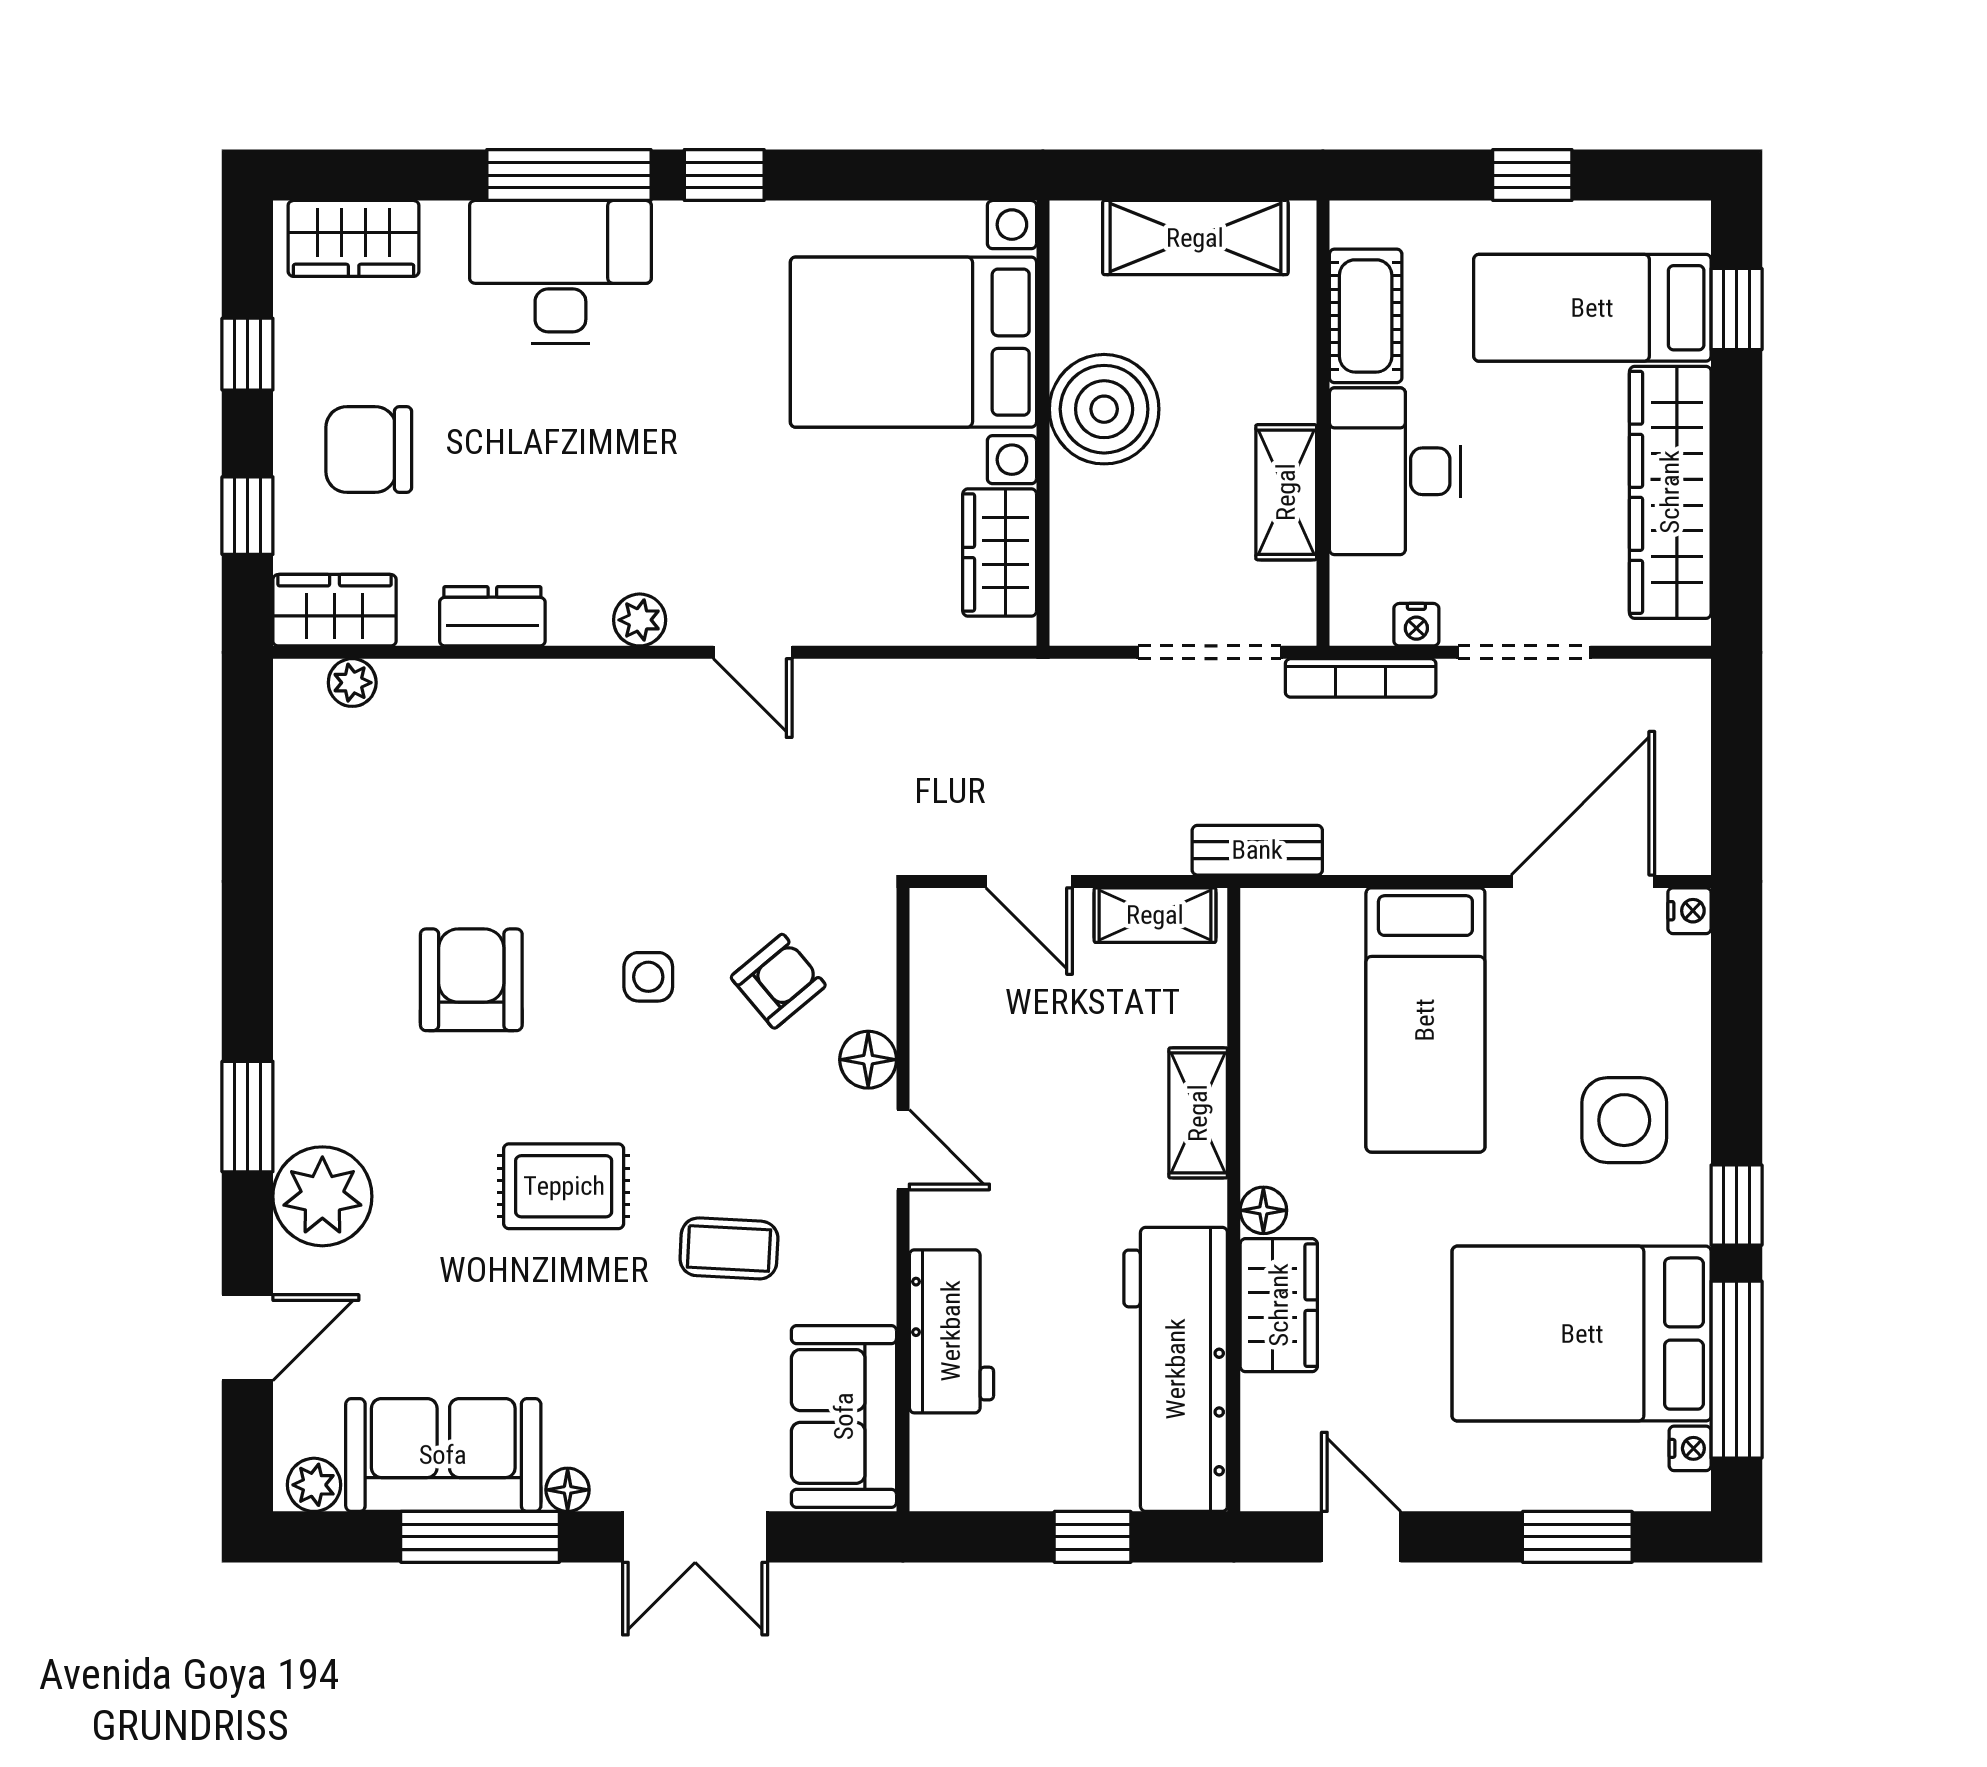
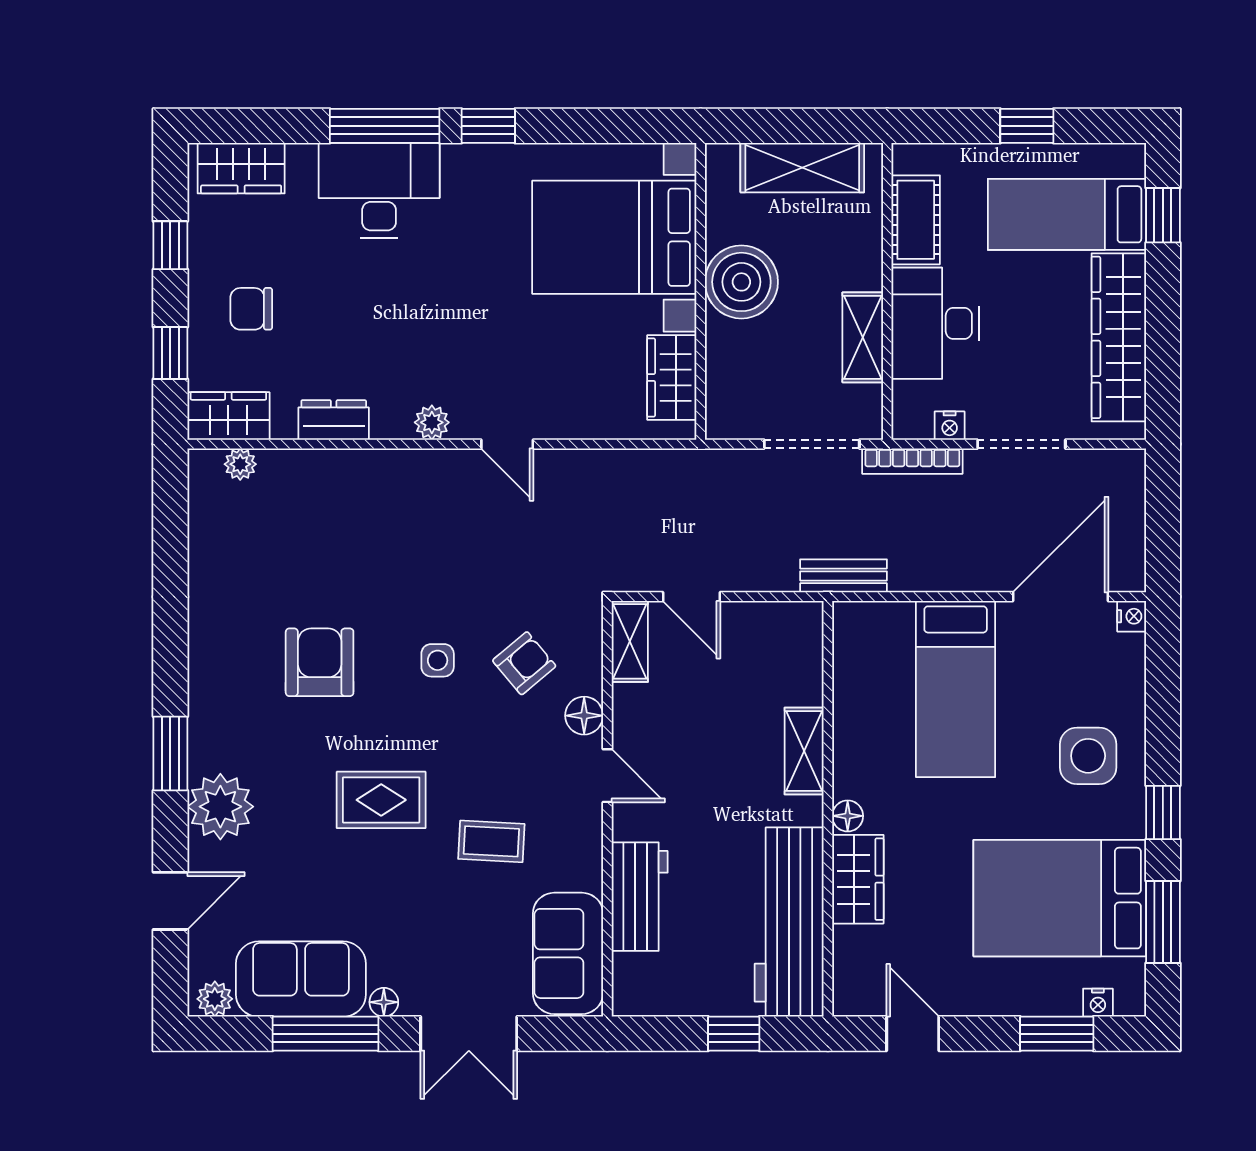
chair: (369, 449) -> (251, 309), width x0.73, depth x0.73
shelving: (1155, 915) -> (630, 641), moved, turned 90
window: (1737, 1370) -> (1163, 922), width x0.69
nightstand: (1690, 1448) -> (1098, 1003), moved, turned 90

